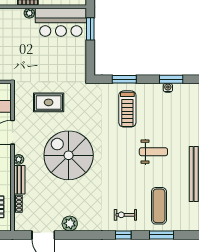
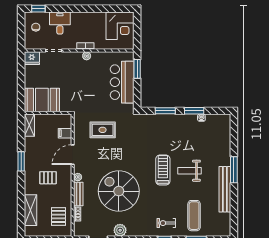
bar counter: (61, 22) -> (122, 82), moved, turned 90
window: (171, 79) -> (194, 111), moved
treadmill: (127, 109) -> (163, 170), moved, turned 180
weight bench: (153, 152) -> (189, 171), turned 180
spiral stairs: (69, 155) -> (119, 191), moved

